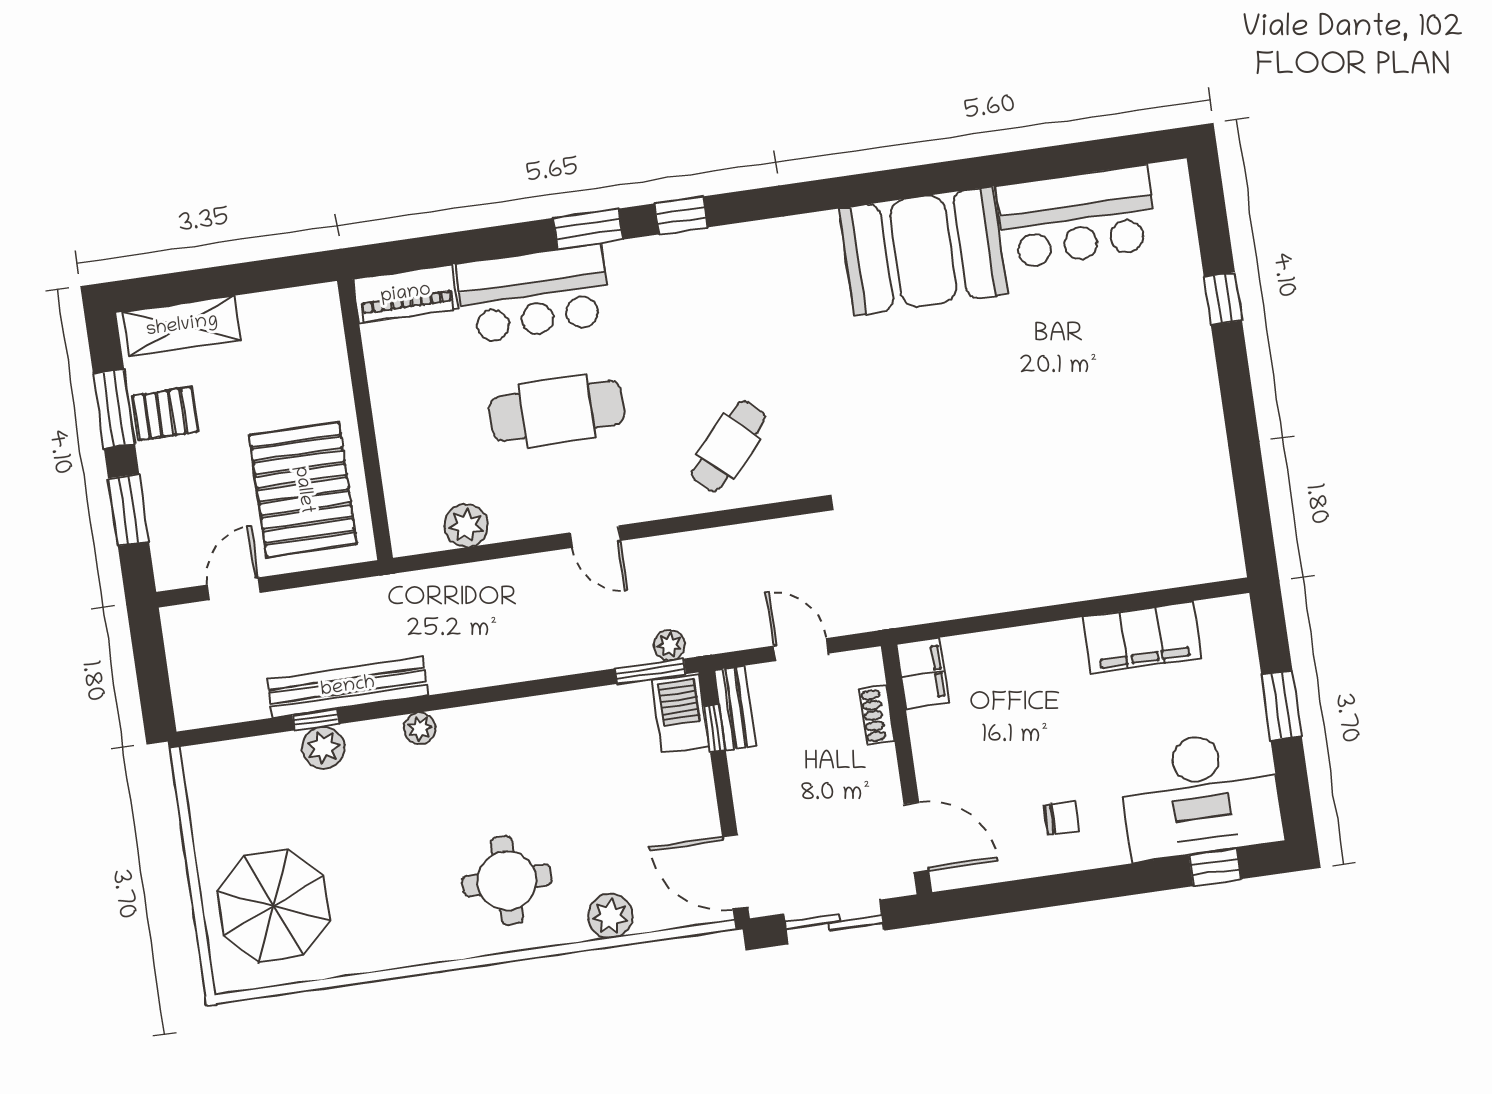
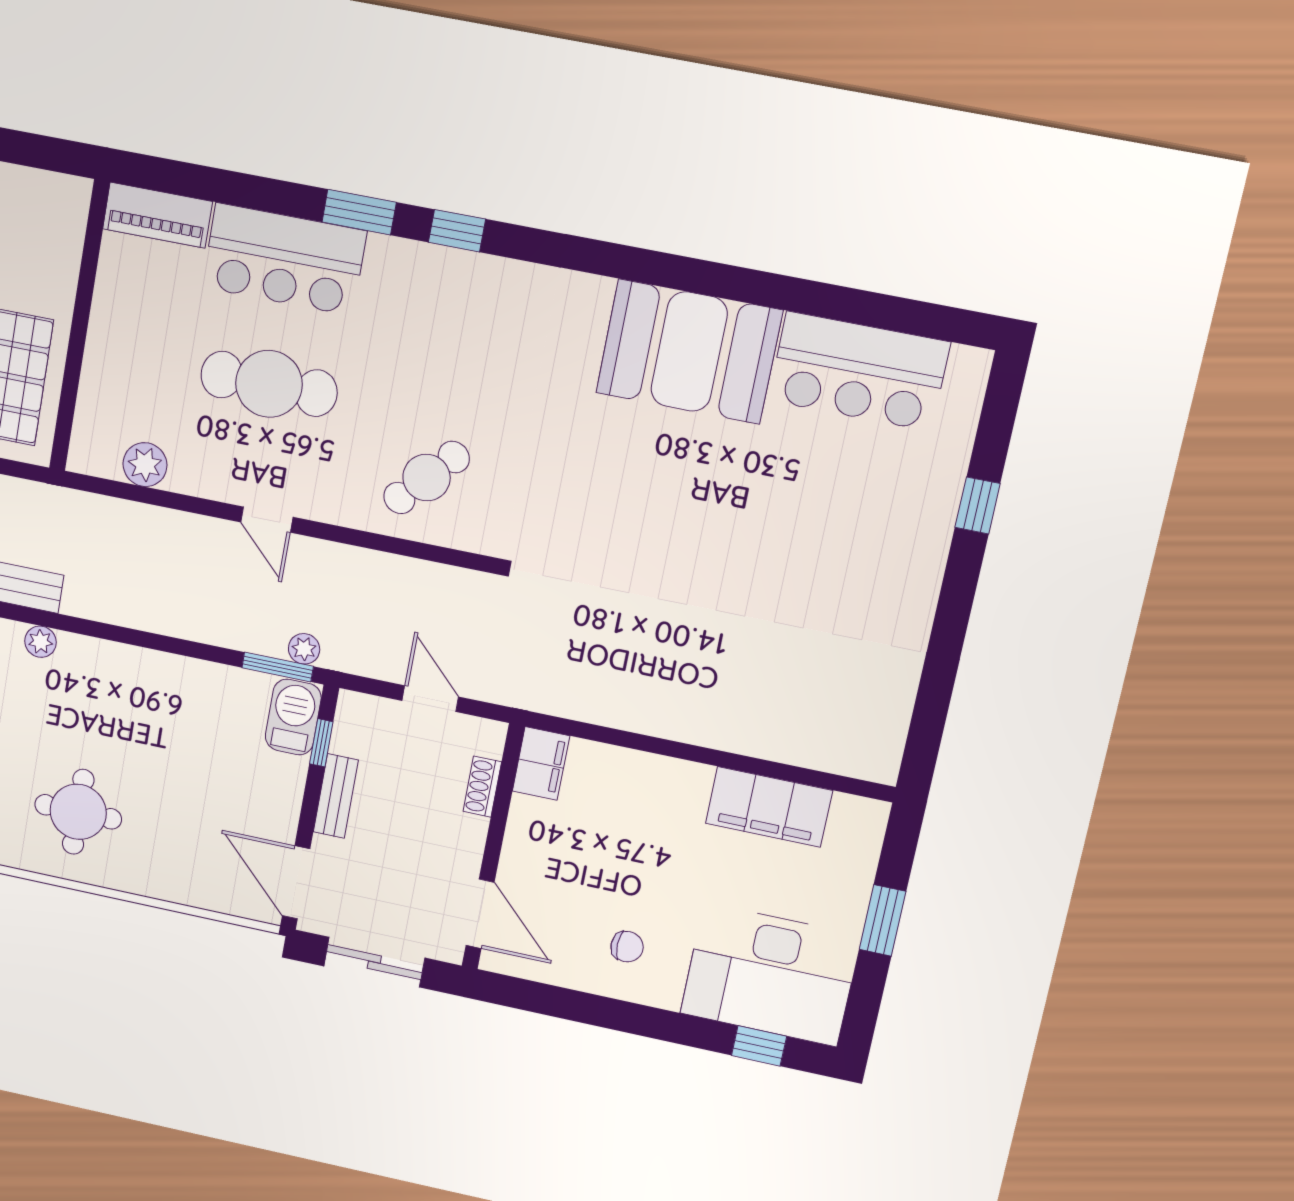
bench: (735, 708) -> (336, 796), moved
plant: (610, 916) -> (165, 879), removed

